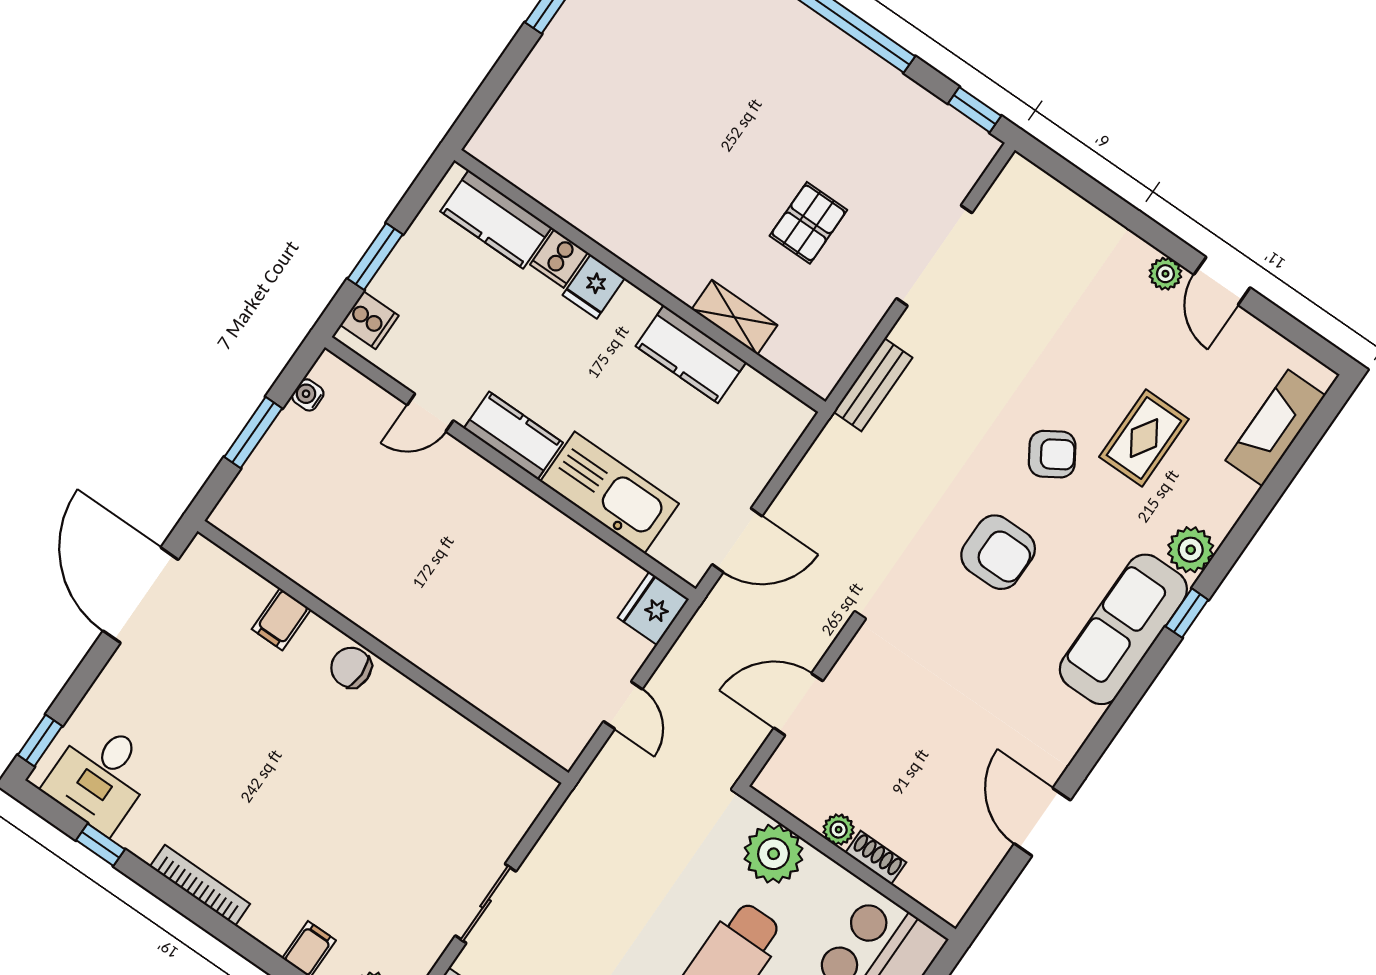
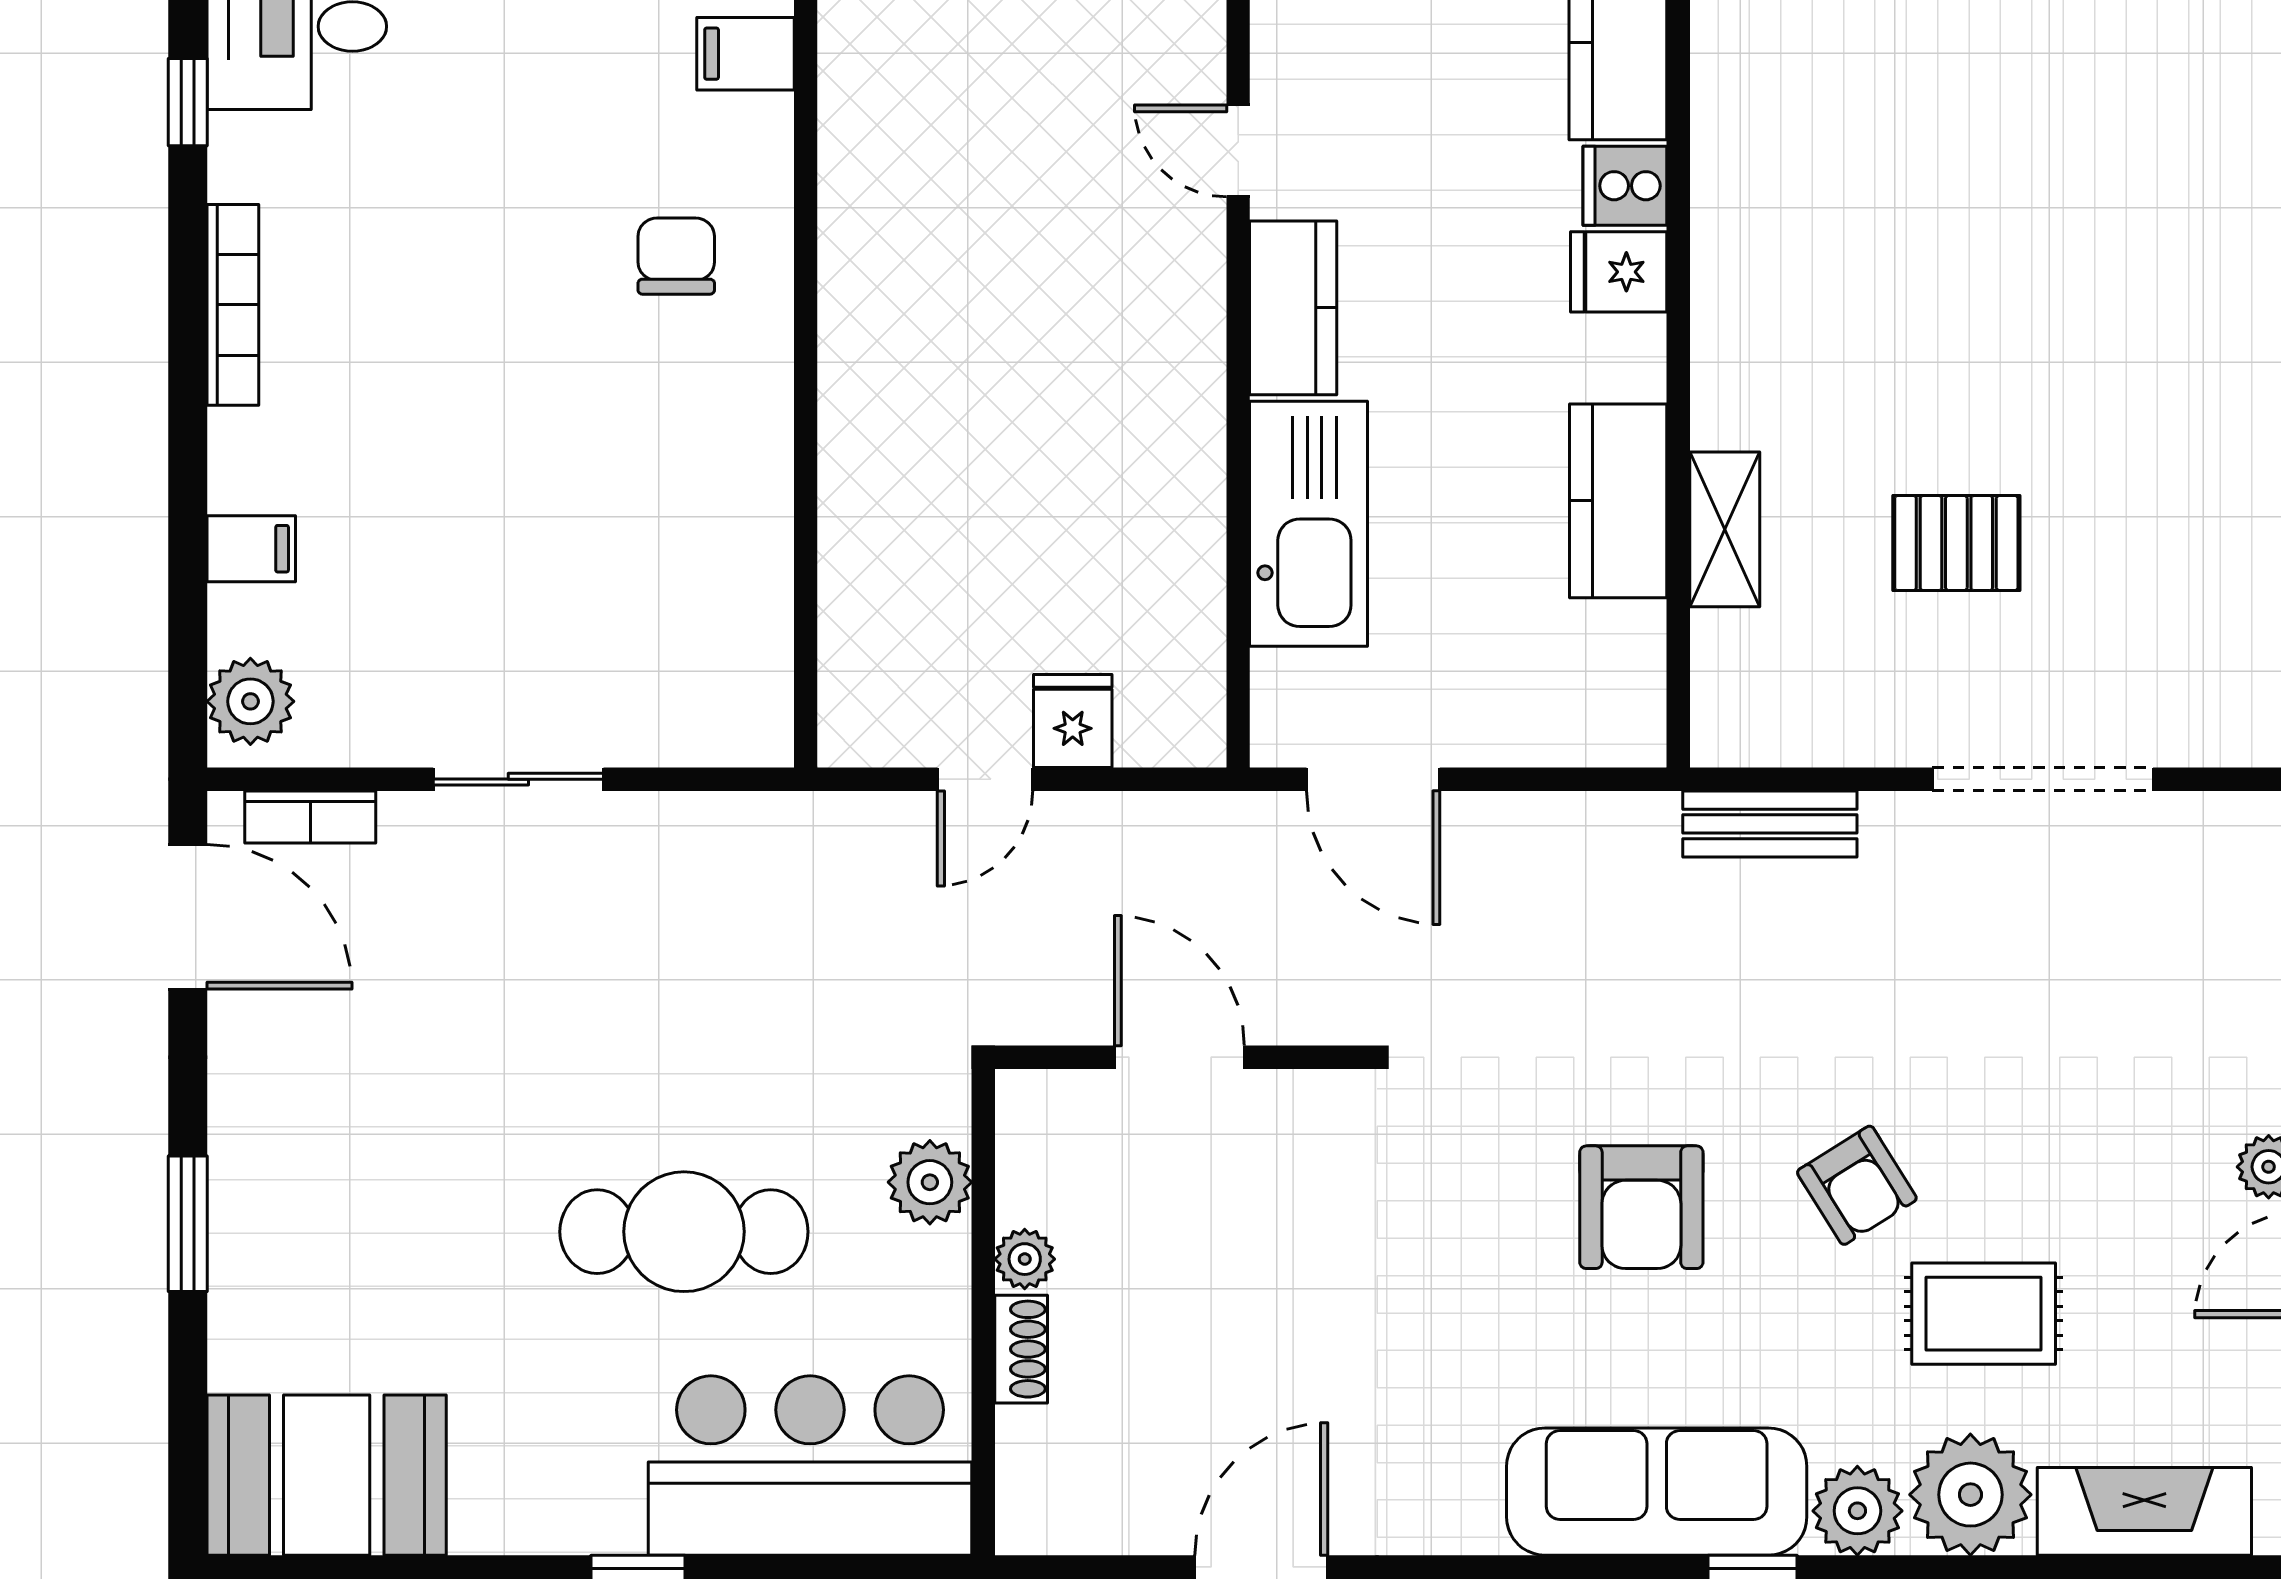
plant: (1217, 497) -> (1970, 1495), added
fridge: (653, 608) -> (1073, 721), moved, width x0.72
filing cabinet: (281, 619) -> (746, 54), moved
chair: (351, 668) -> (676, 256), moved
plant: (774, 854) -> (930, 1182), width x0.73, depth x0.73

